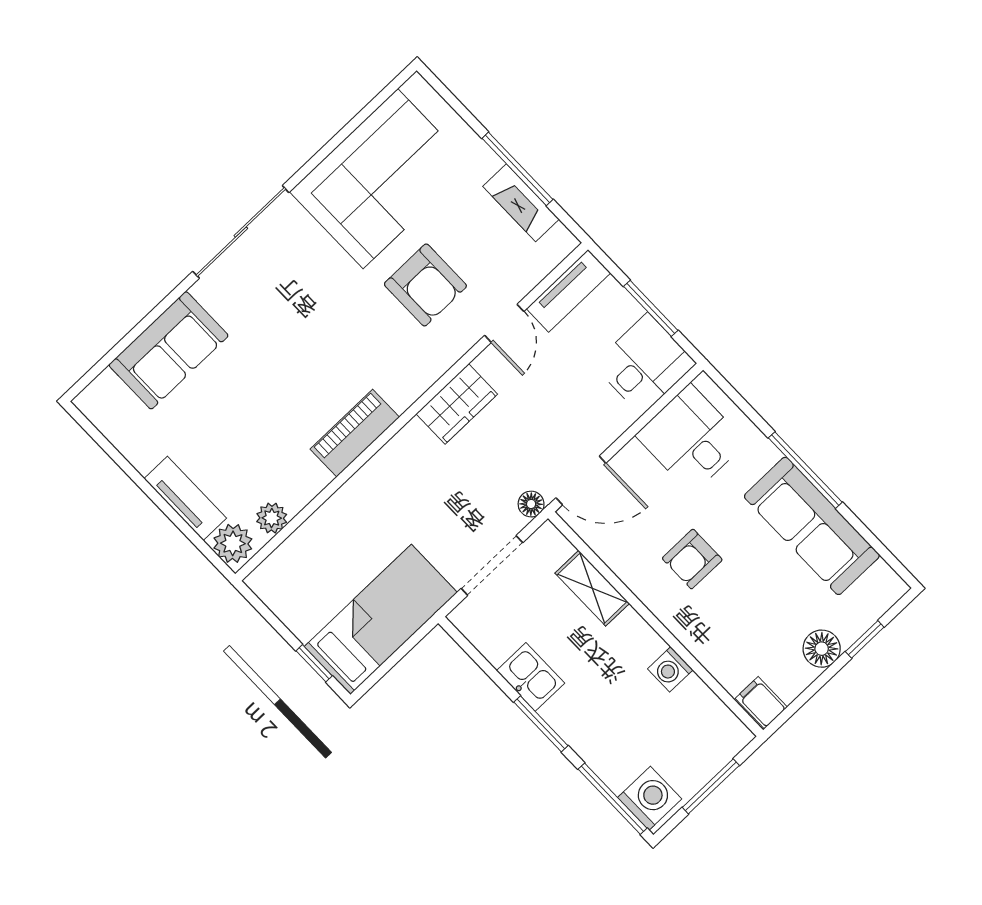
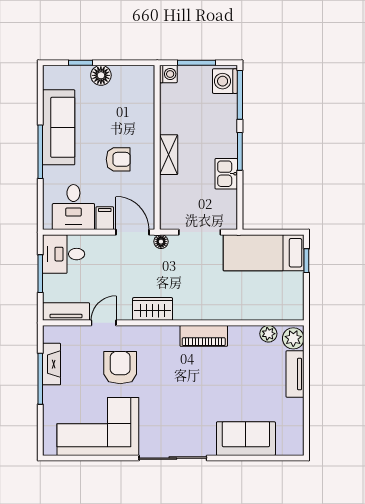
shelving: (592, 588) -> (169, 155), moved
washing machine: (670, 669) -> (168, 74), moved
filing cabinet: (761, 703) -> (105, 218), moved, turned 180

